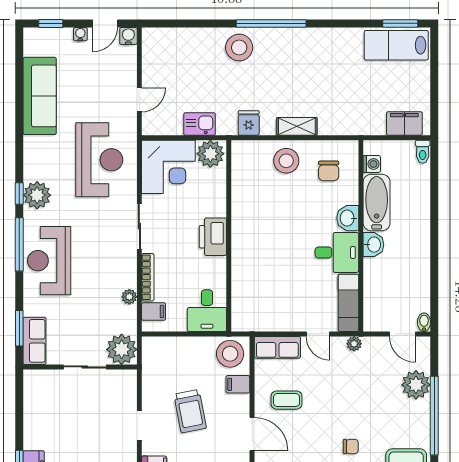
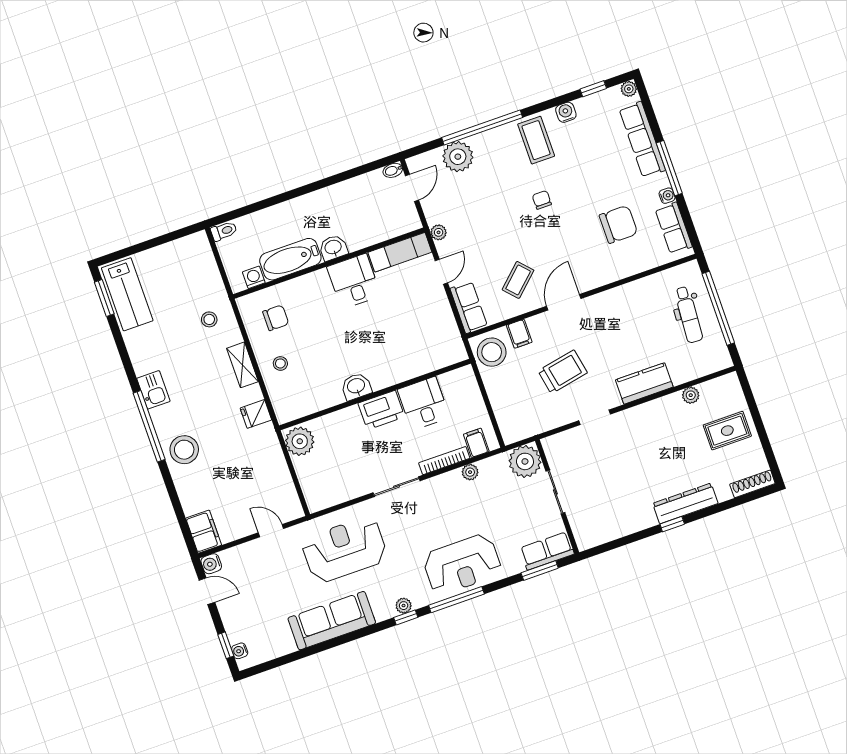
water cooler: (80, 34) -> (240, 651), moved
sofa: (40, 96) -> (332, 621), moved
stool: (348, 111) -> (209, 319), added
filing cabinet: (404, 123) -> (204, 532), moved, turned 180
kitchen sink: (200, 124) -> (153, 390), moved, turned 180
stool: (286, 161) -> (280, 363), width x0.53, depth x0.53
corner desk: (168, 167) -> (327, 478), removed
plant: (37, 195) -> (404, 606), width x0.53, depth x0.53
washbasin: (348, 218) -> (356, 386), moved, turned 180
desk: (207, 311) -> (424, 403), moved, turned -90
coffee table: (287, 400) -> (518, 280), turned 47

